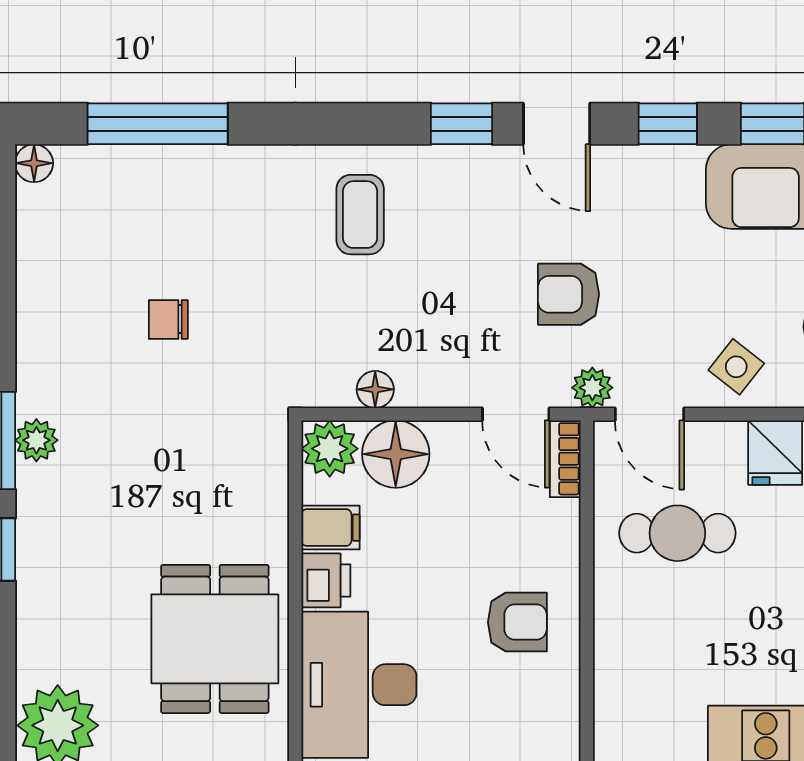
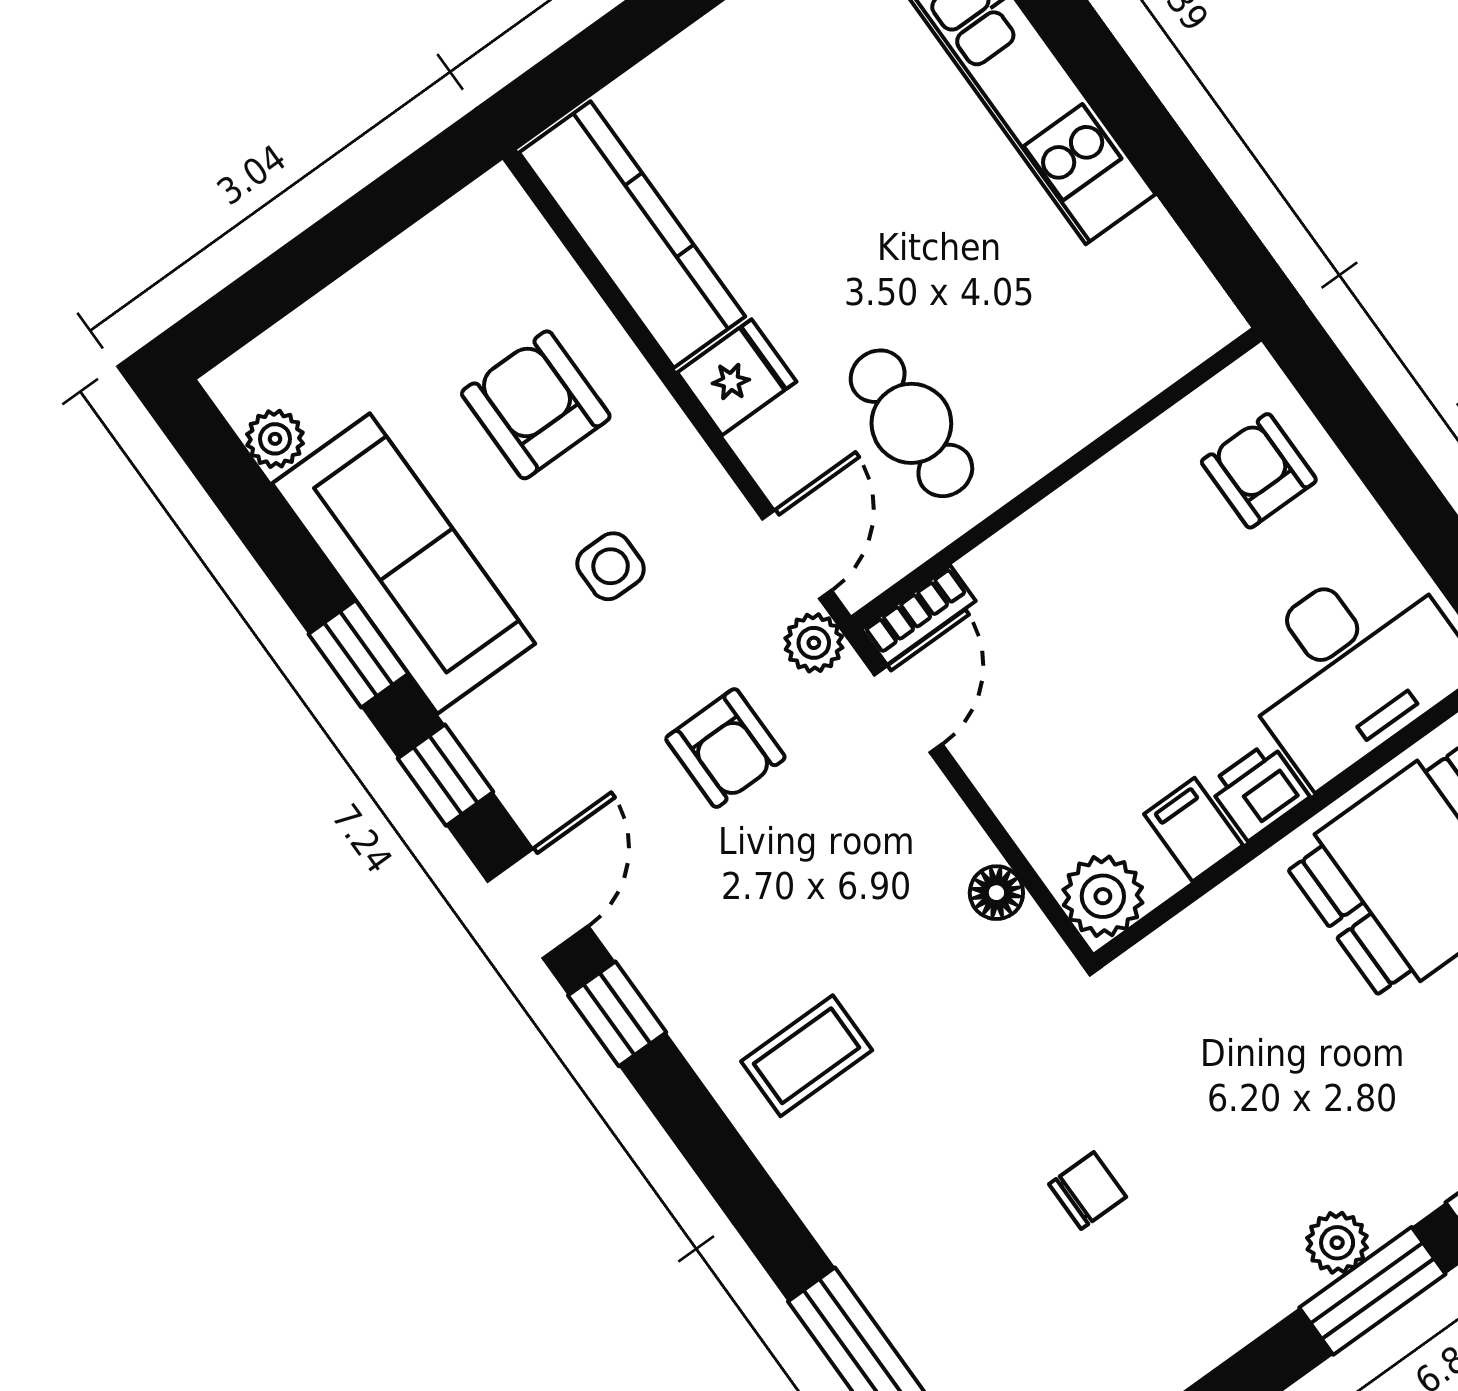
chair: (168, 319) -> (1088, 1190), turned -90
side table: (736, 367) -> (611, 566), moved, turned -38
floor lamp: (396, 454) -> (1054, 815), removed
armchair: (517, 622) -> (1259, 471), moved

